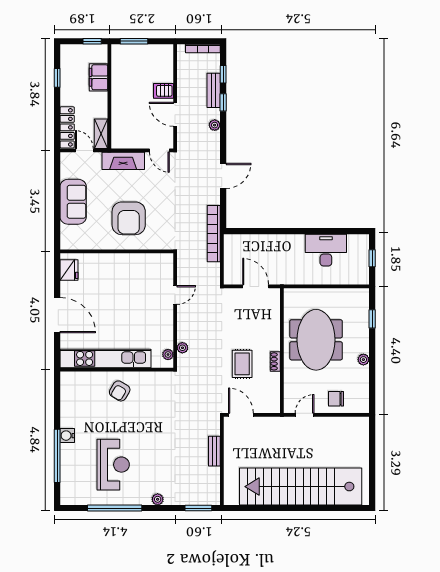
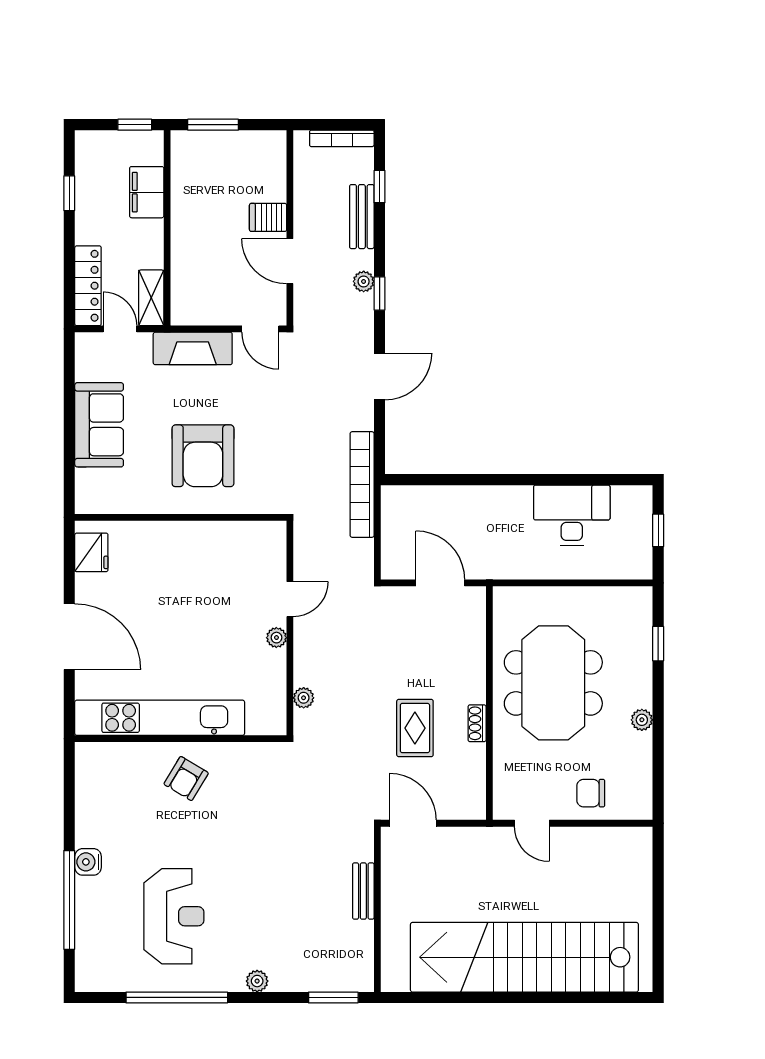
window: (223, 102) -> (380, 293), moved
plant: (168, 355) -> (276, 638), moved
door: (305, 415) -> (532, 823), swing flipped

